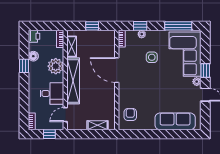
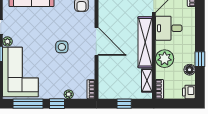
window: (140, 26) -> (57, 104), moved
side table: (152, 57) -> (62, 47), moved
door: (117, 70) -> (96, 42), moved

